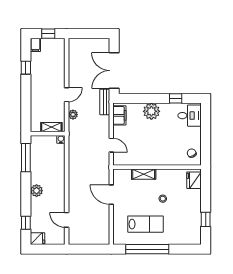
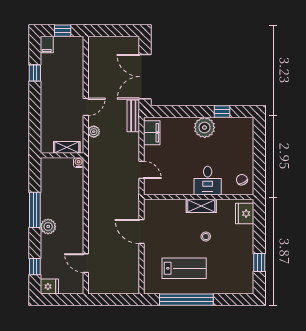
plant: (151, 111) -> (205, 127), moved
desk: (190, 116) -> (208, 181), moved, turned 90
window: (26, 158) -> (35, 210), moved
shelving: (144, 174) -> (201, 206), moved

